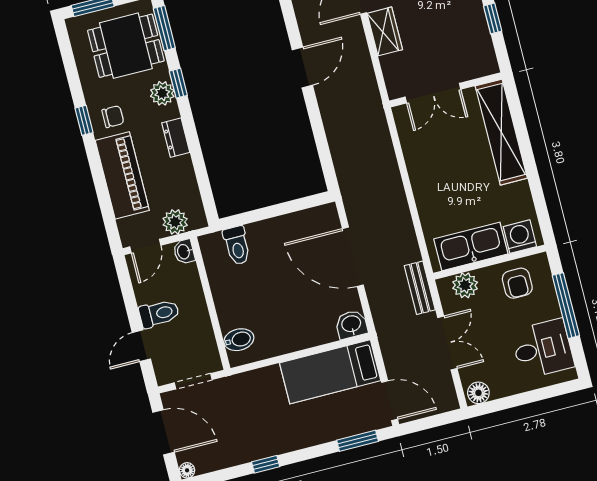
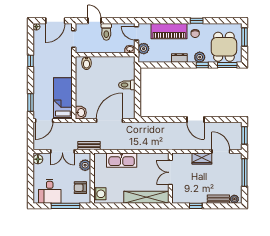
toilet: (237, 246) -> (127, 85), moved
kitchen sink: (471, 246) -> (122, 160), moved, turned 90

